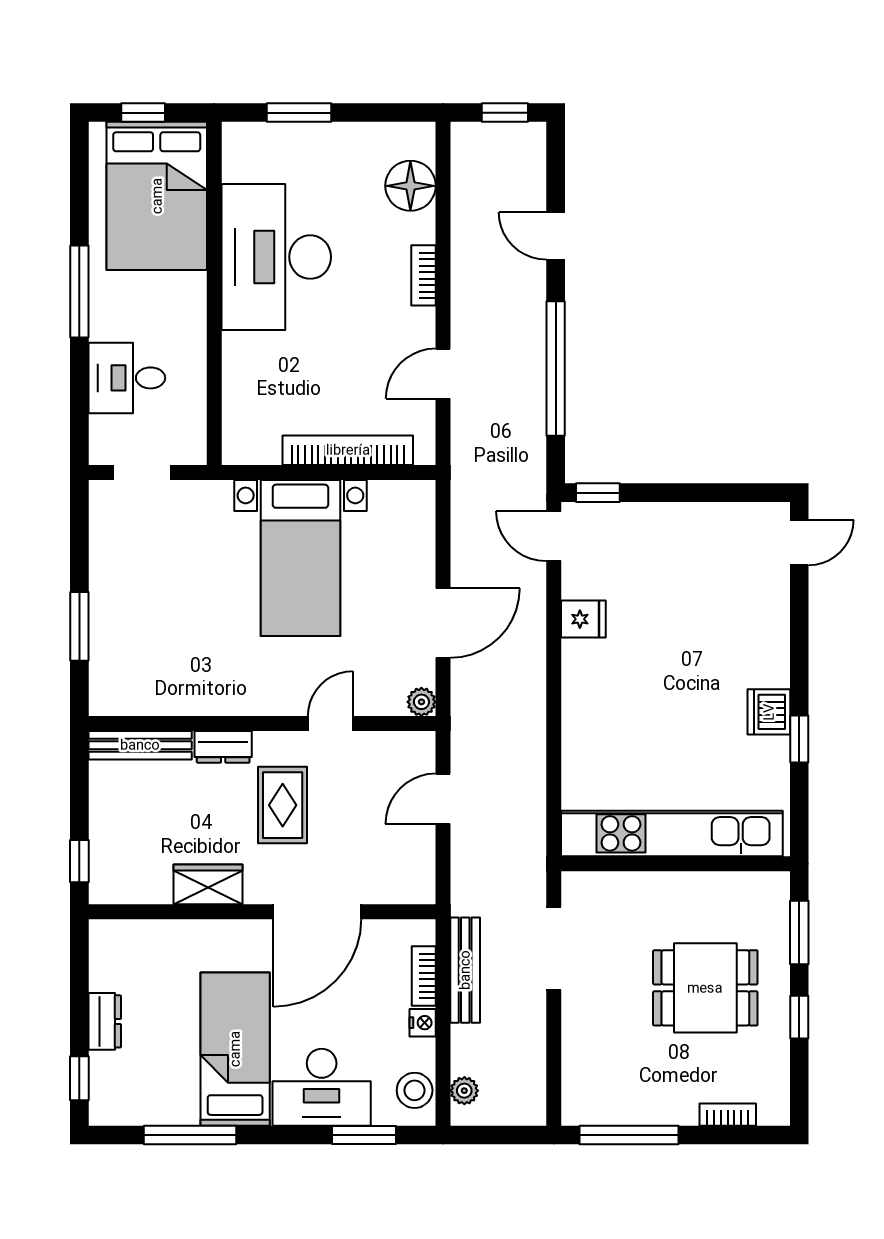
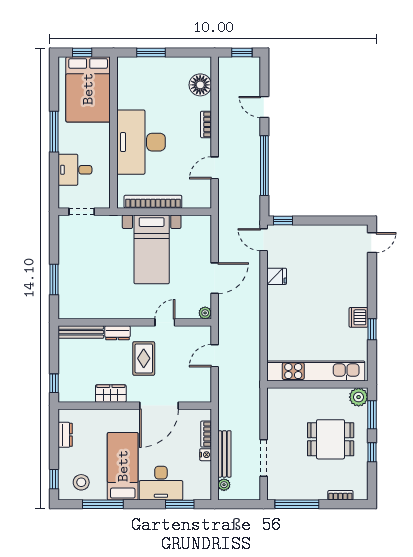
desk: (276, 257) -> (141, 142), moved
bookcase: (348, 450) -> (153, 202), moved
plant: (769, 892) -> (359, 397), added
doorway: (554, 948) -> (264, 458), moved
bench: (465, 970) -> (224, 454), moved
dresser: (105, 1021) -> (65, 435), moved
stool: (415, 1090) -> (81, 482), moved

